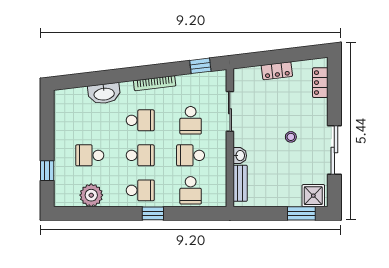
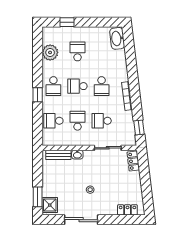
locker: (277, 71) -> (133, 161), moved
washbasin: (104, 94) -> (117, 38), moved
school desk: (140, 155) -> (77, 86), turned 90

